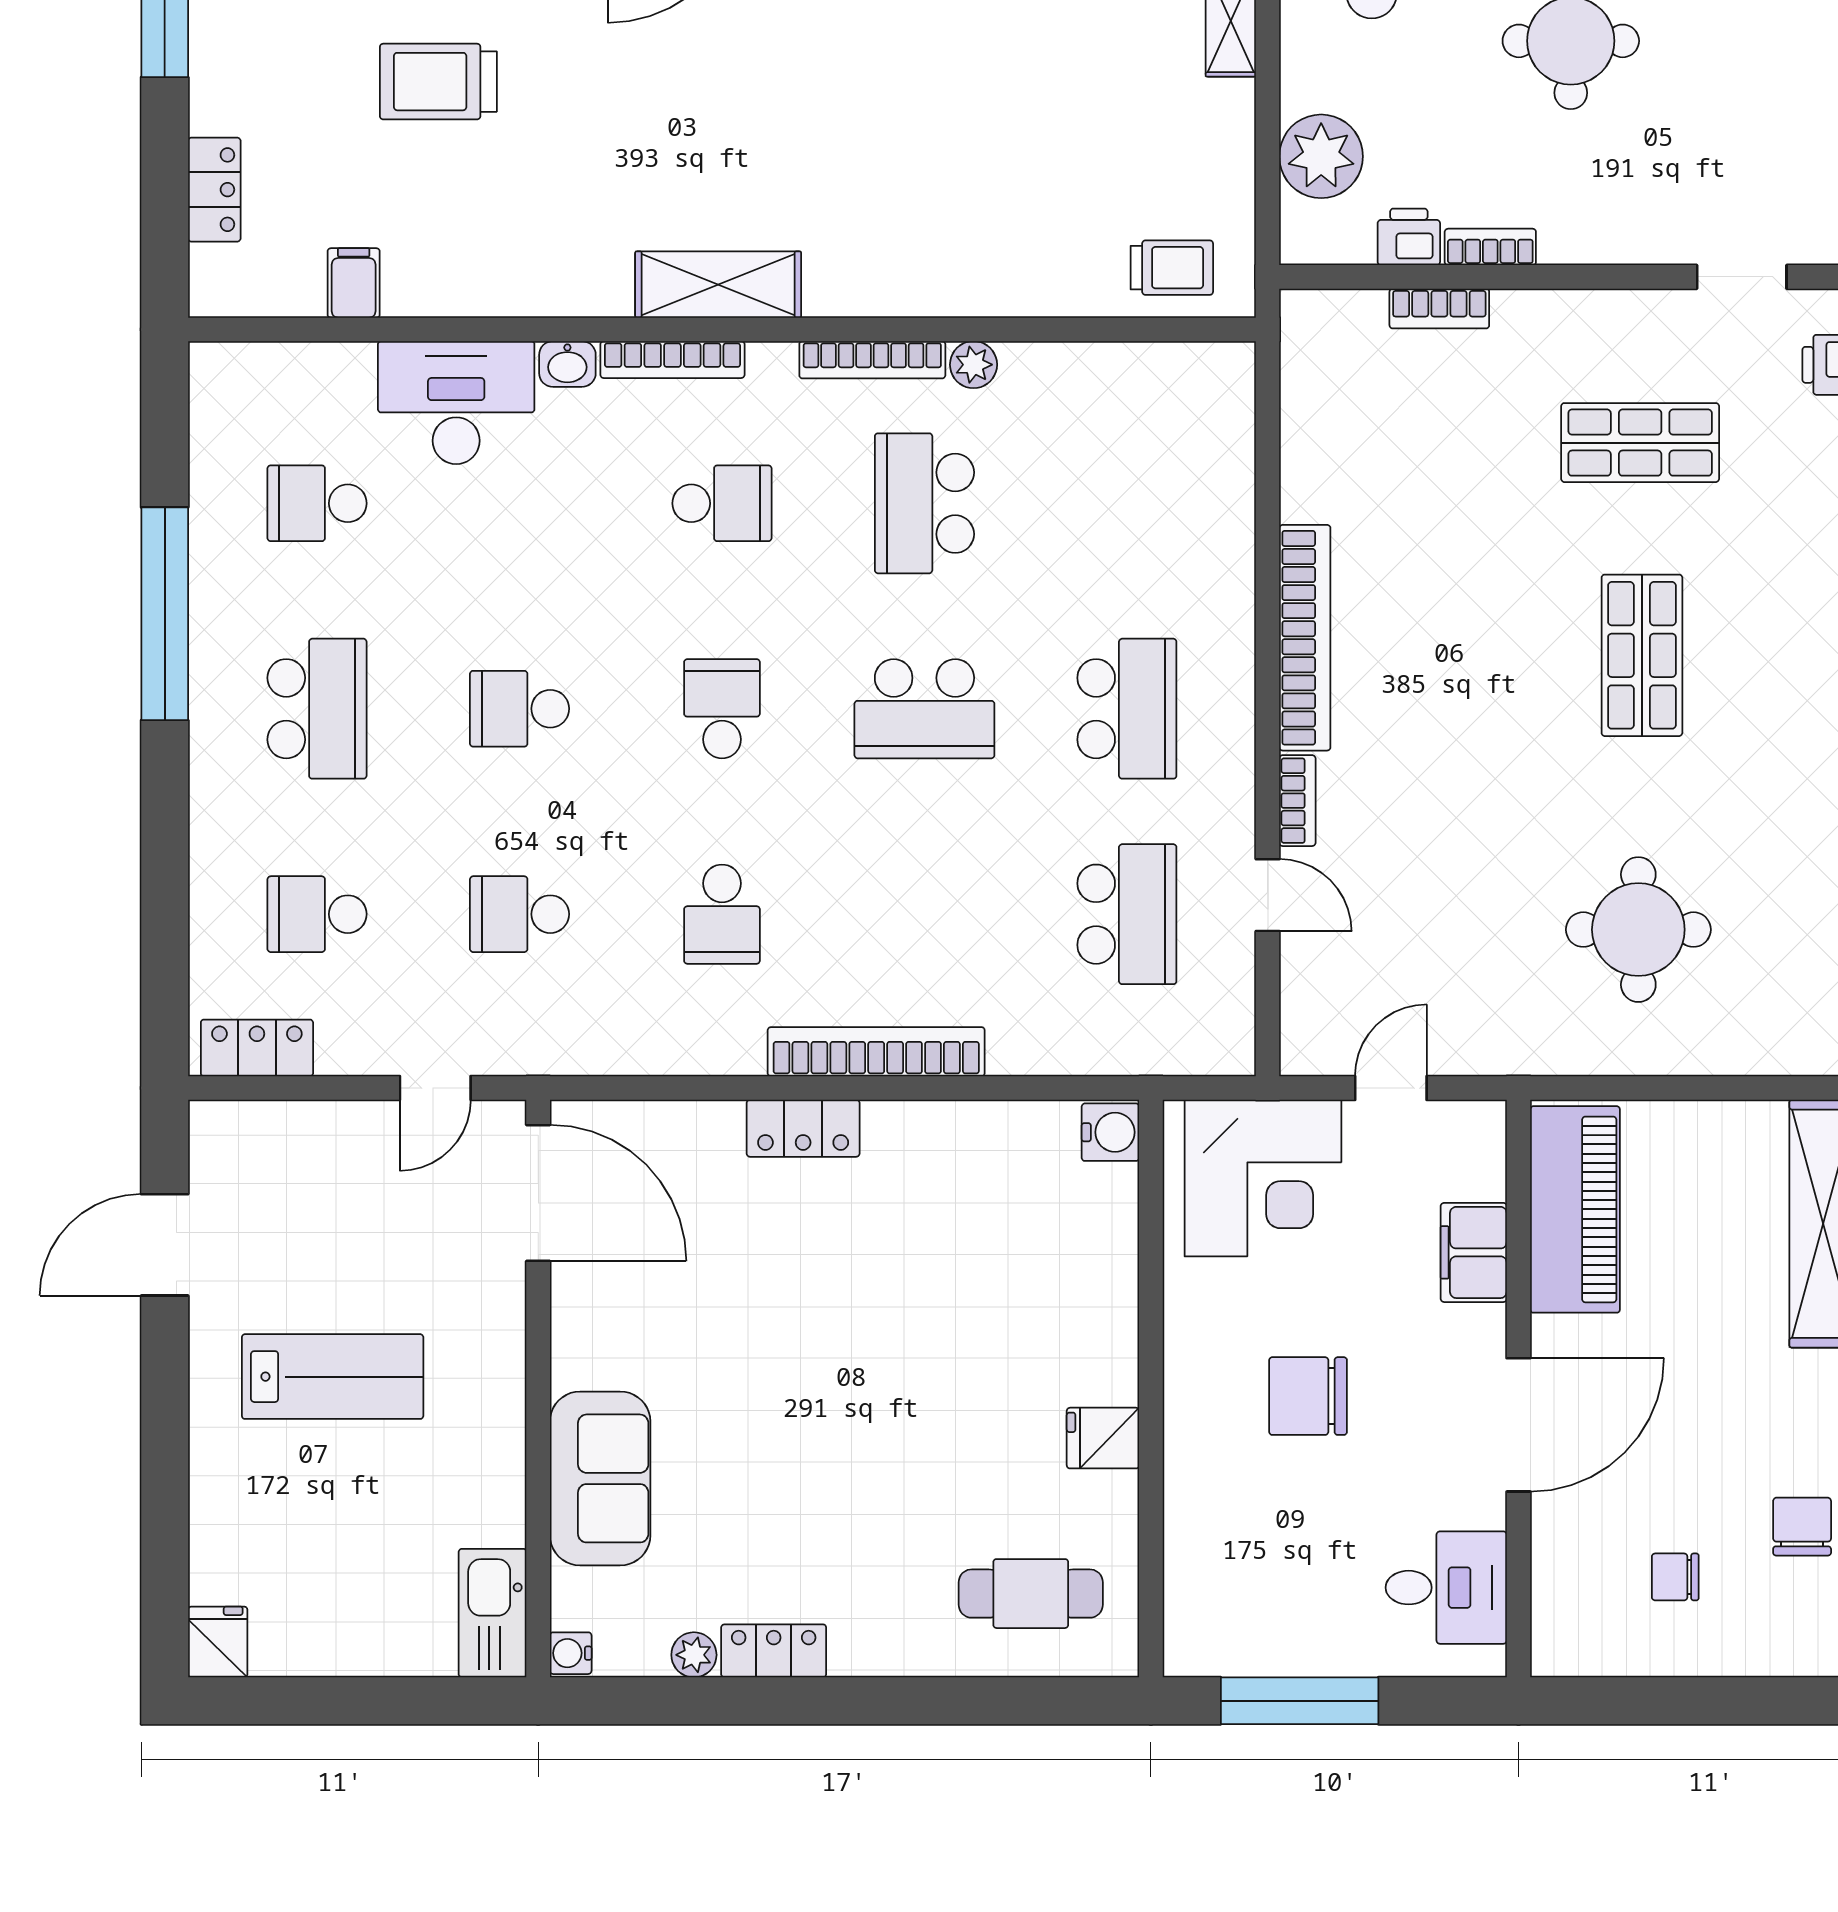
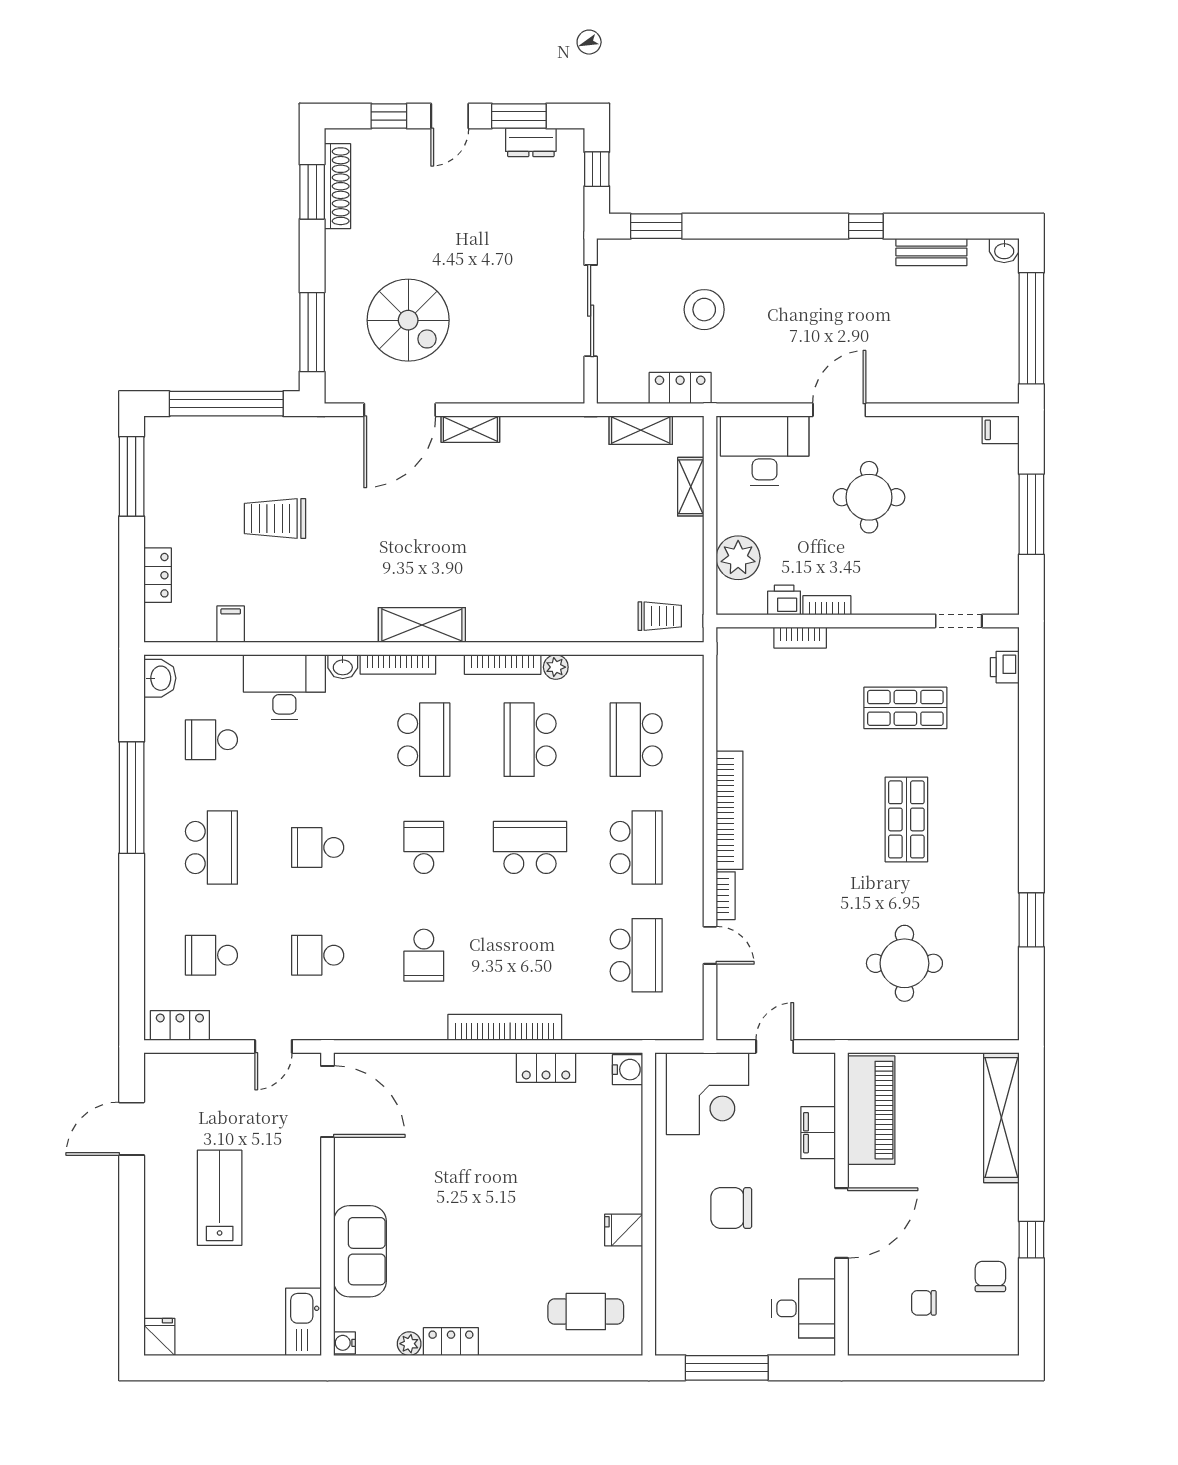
washbasin: (219, 386) -> (160, 678), added
school desk: (722, 503) -> (424, 740), width x1.85
school desk: (1127, 503) -> (636, 740), added
school desk: (924, 709) -> (530, 847), turned 180
locker: (803, 1128) -> (546, 1068), moved
lab bench: (333, 1377) -> (220, 1198), turned -90

